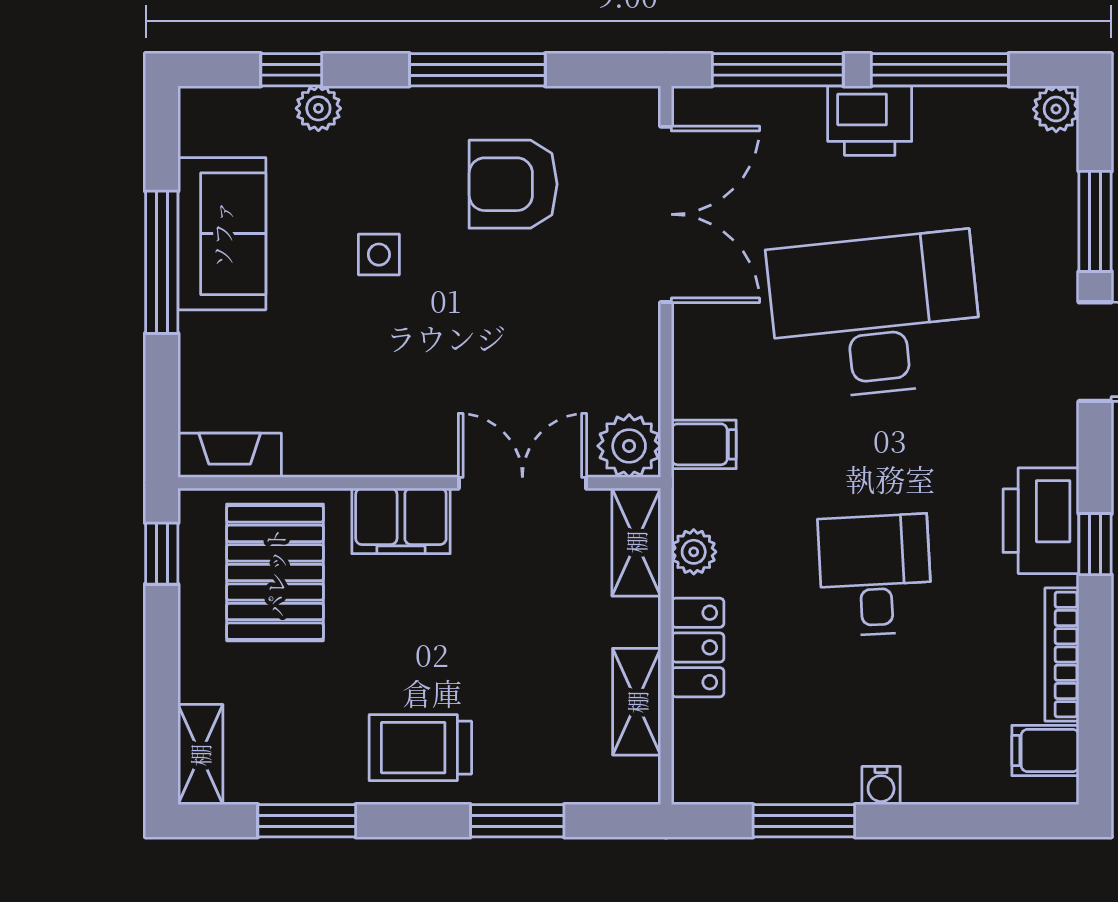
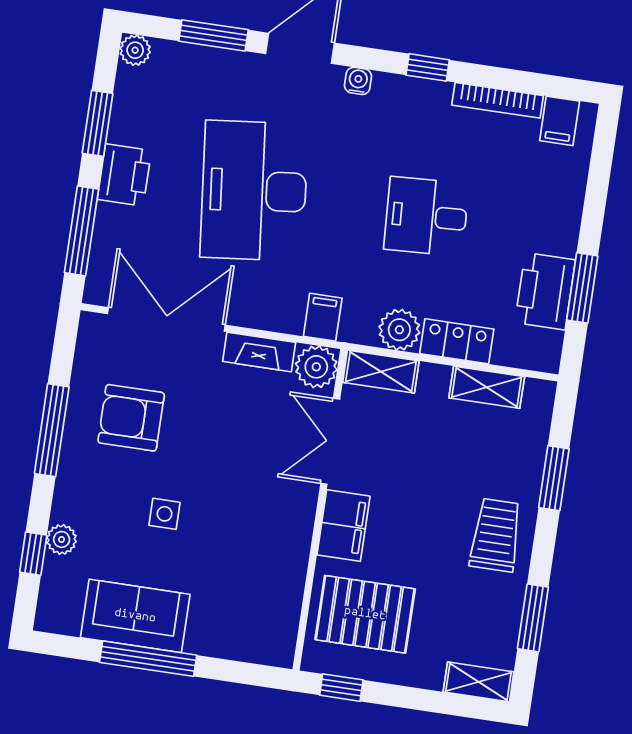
window: (940, 70) -> (98, 123), width x0.69
armchair: (513, 184) -> (131, 418), turned 90
fireplace: (230, 455) -> (259, 352), moved, turned -90
printer: (1041, 521) -> (545, 291), moved, turned 90
plant: (694, 552) -> (399, 330), width x1.38, depth x1.38
trolley: (420, 748) -> (496, 535), turned 180
water cooler: (881, 786) -> (358, 81), moved, turned -90

